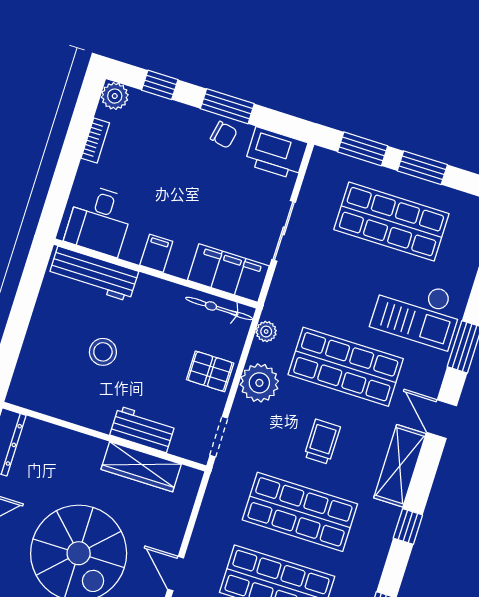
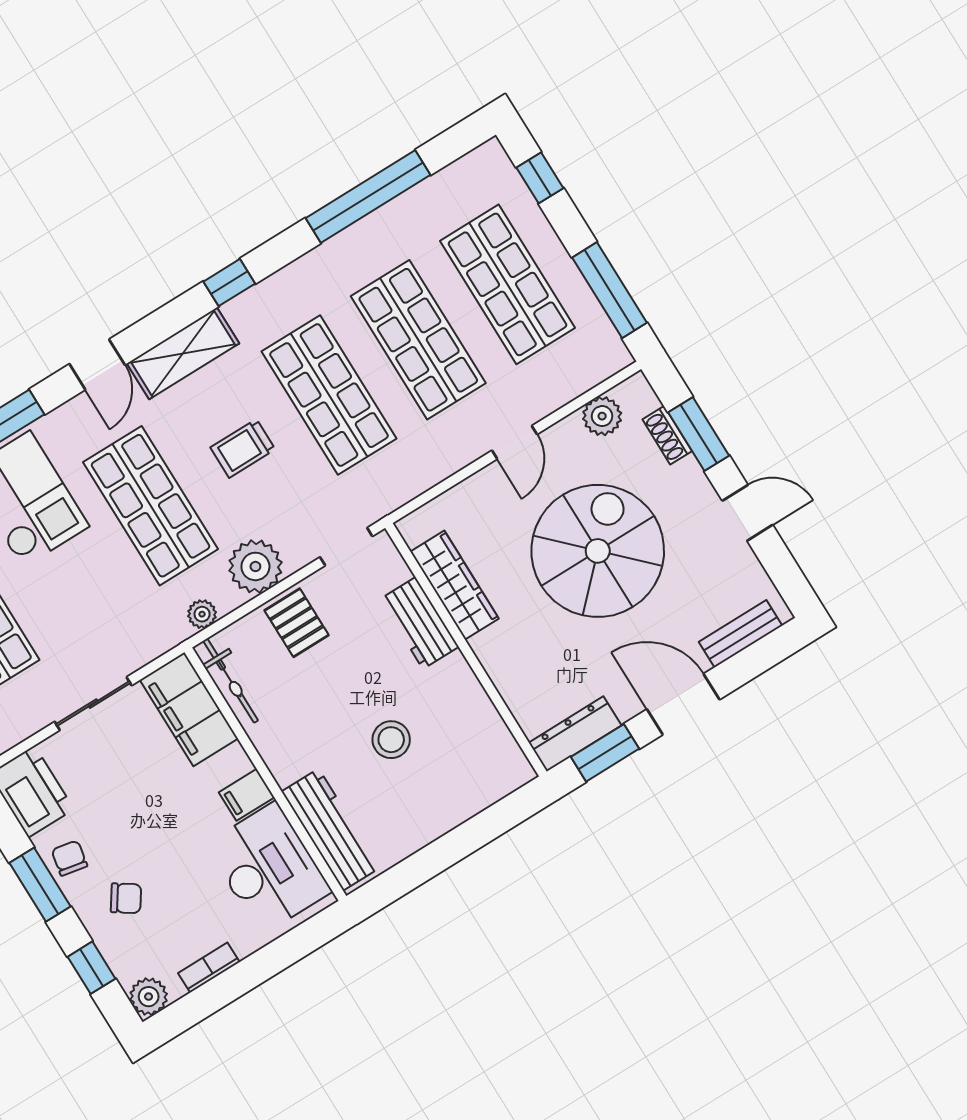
chair: (174, 139) -> (126, 898), added
desk: (99, 220) -> (269, 868), width x1.37

